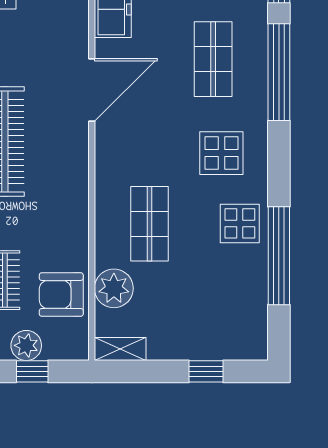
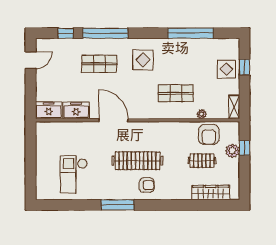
display table: (240, 223) -> (226, 69), moved
plant: (114, 288) -> (202, 114), width x0.53, depth x0.53

